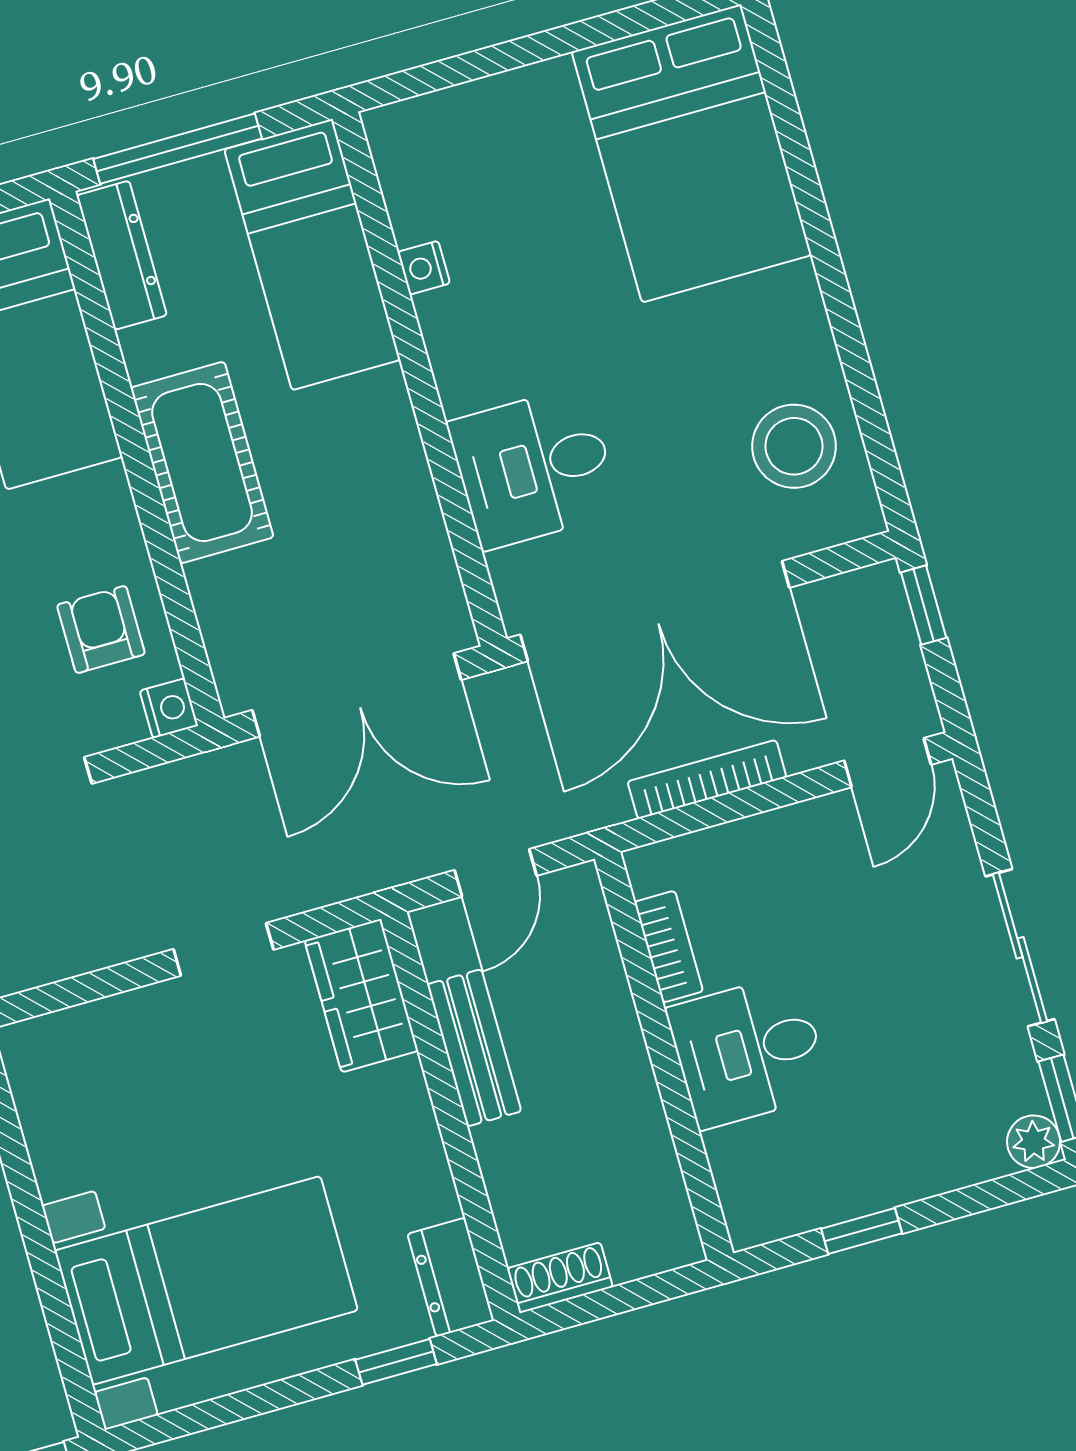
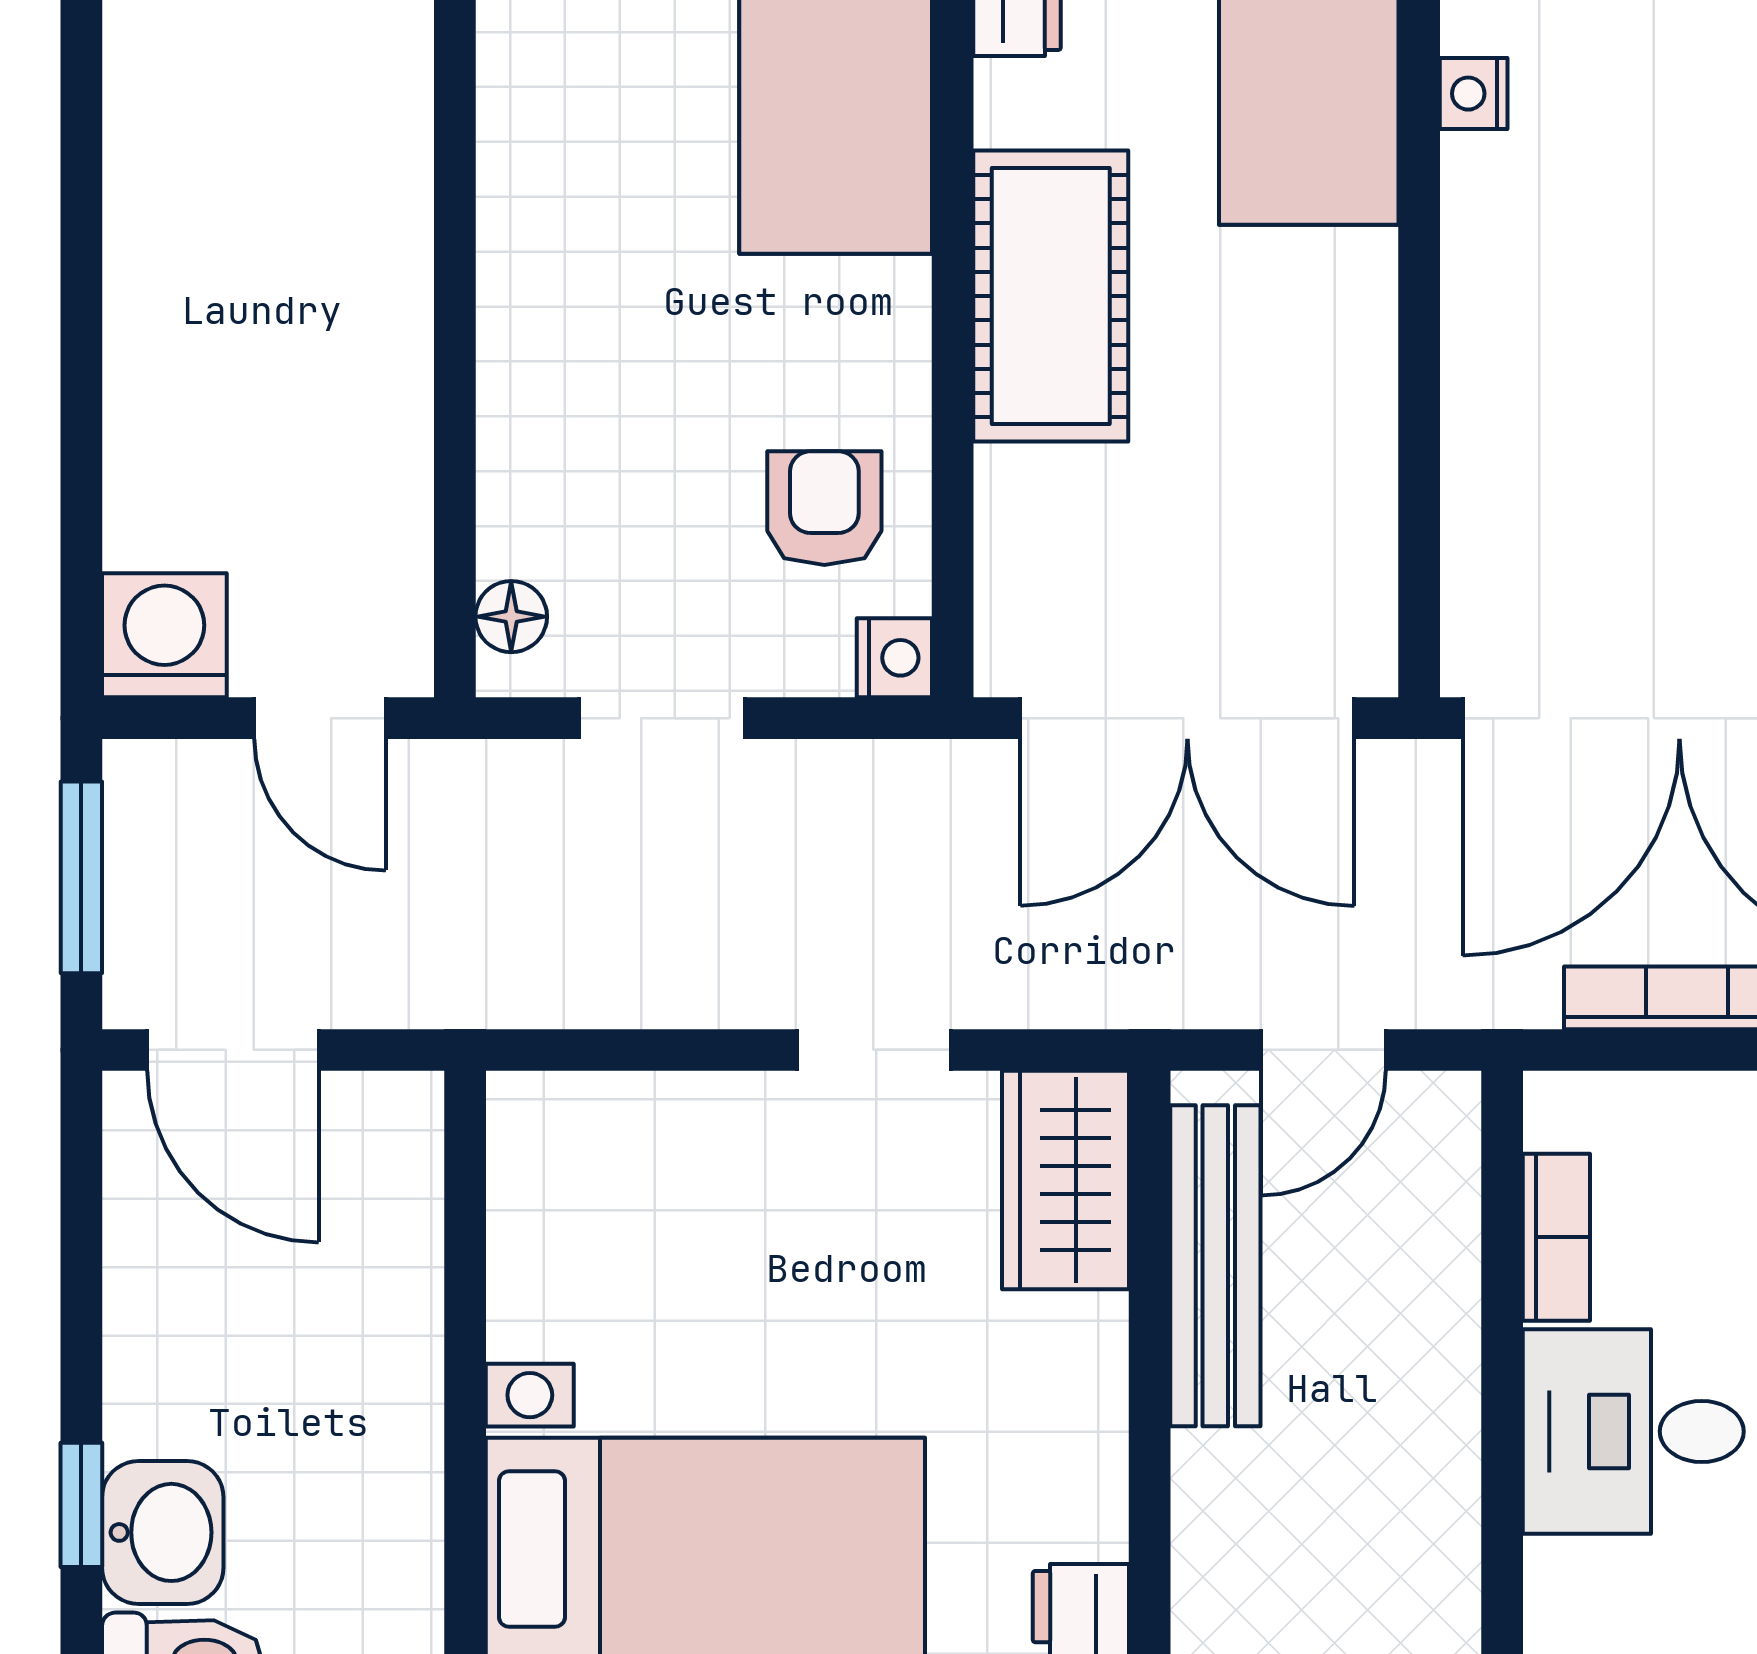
desk: (534, 467) -> (1556, 446), removed
bench: (474, 1048) -> (1215, 1266), width x1.36

